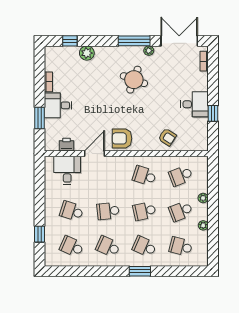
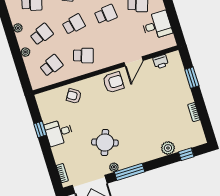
round table: (134, 80) -> (105, 143), moved
desk: (58, 105) -> (179, 94), removed
desk: (67, 170) -> (157, 25), moved, turned -90

